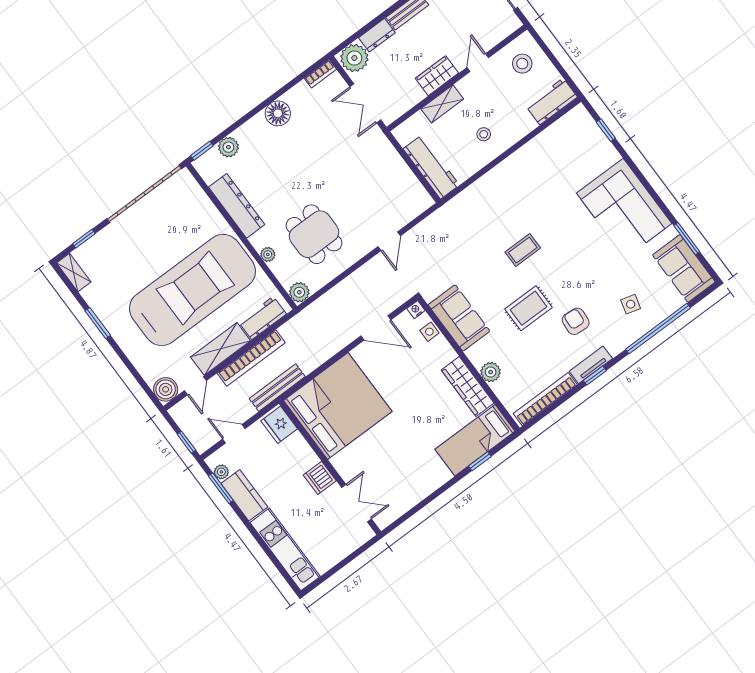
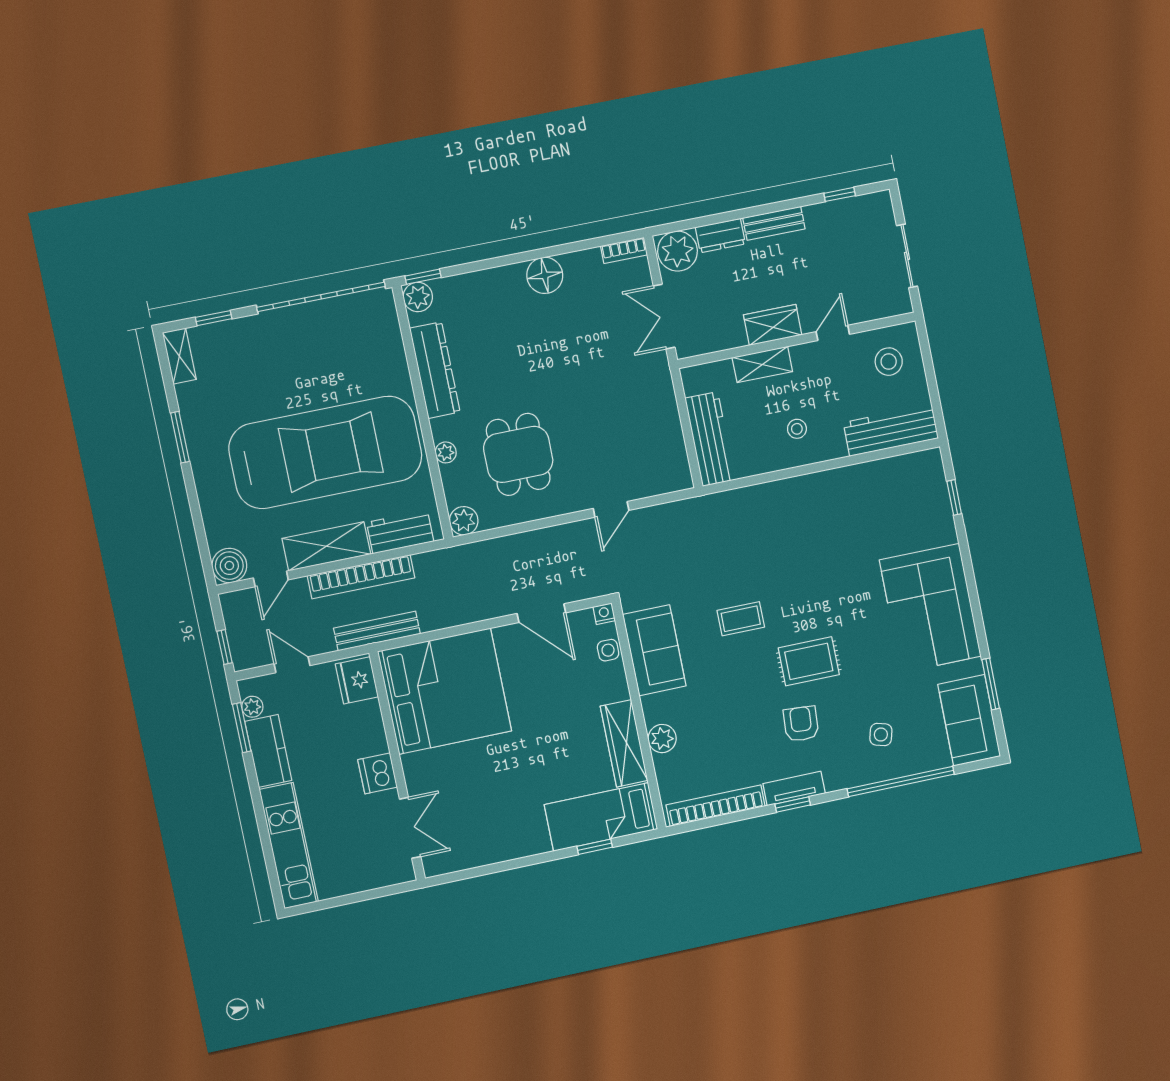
workbench: (552, 101) -> (891, 430), width x1.37
plant: (228, 147) -> (418, 297), moved
coffee table: (523, 250) -> (741, 619), moved
rug: (529, 308) -> (809, 661), moved

